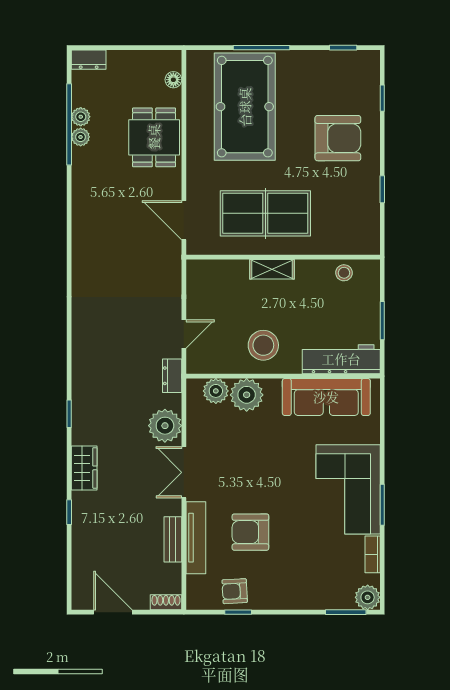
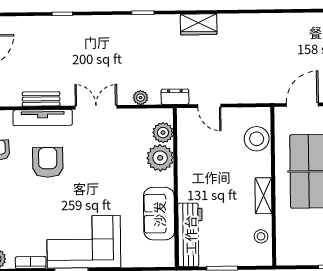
shelving: (272, 269) -> (263, 196), moved
stool: (263, 345) -> (257, 139), moved
sofa: (326, 397) -> (159, 214), width x0.73
plant: (165, 426) -> (140, 98), width x0.53, depth x0.53
wardrobe: (84, 468) -> (199, 24), moved

